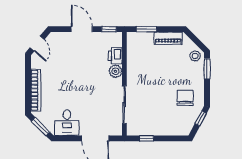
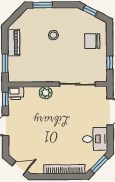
printer: (115, 56) -> (16, 93), moved
stool: (195, 56) -> (53, 35), moved
chair: (185, 98) -> (92, 41), moved

